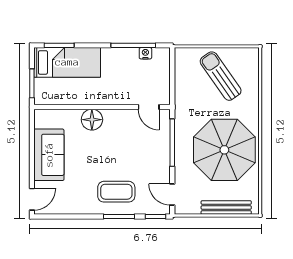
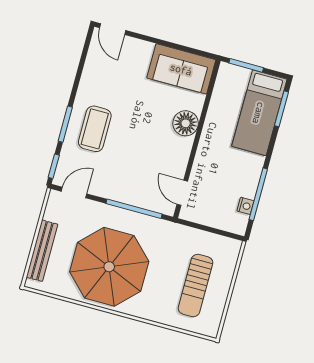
sun lounger: (221, 76) -> (195, 286), turned 125
door: (149, 107) -> (182, 193), hinge flipped
sofa: (49, 155) -> (181, 69), moved

